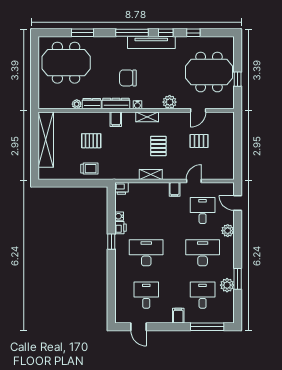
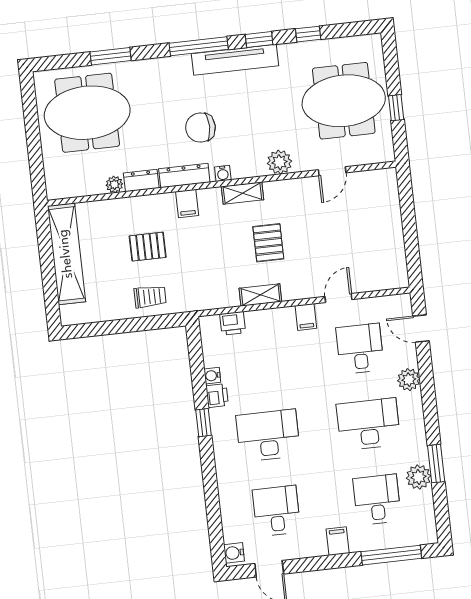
pallet: (199, 141) -> (340, 226), removed
printer: (121, 188) -> (233, 323), moved
water cooler: (120, 316) -> (234, 553), added

